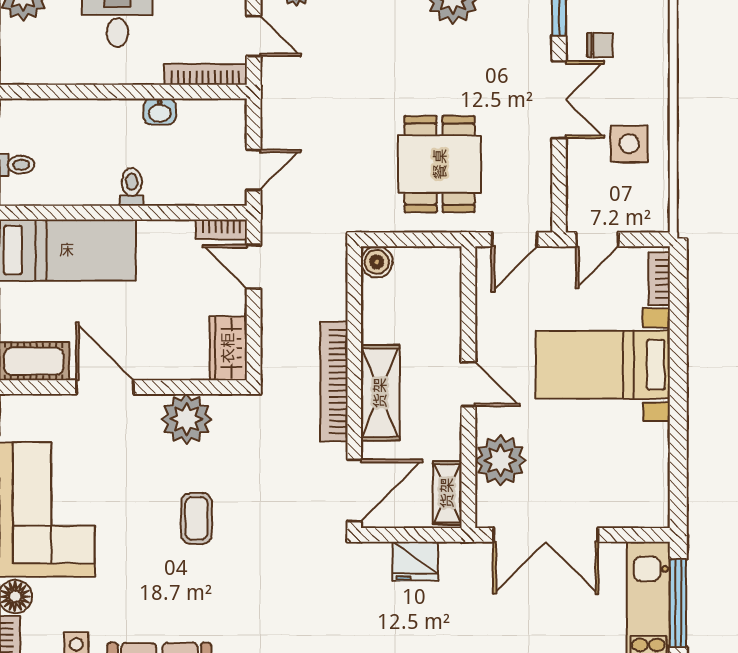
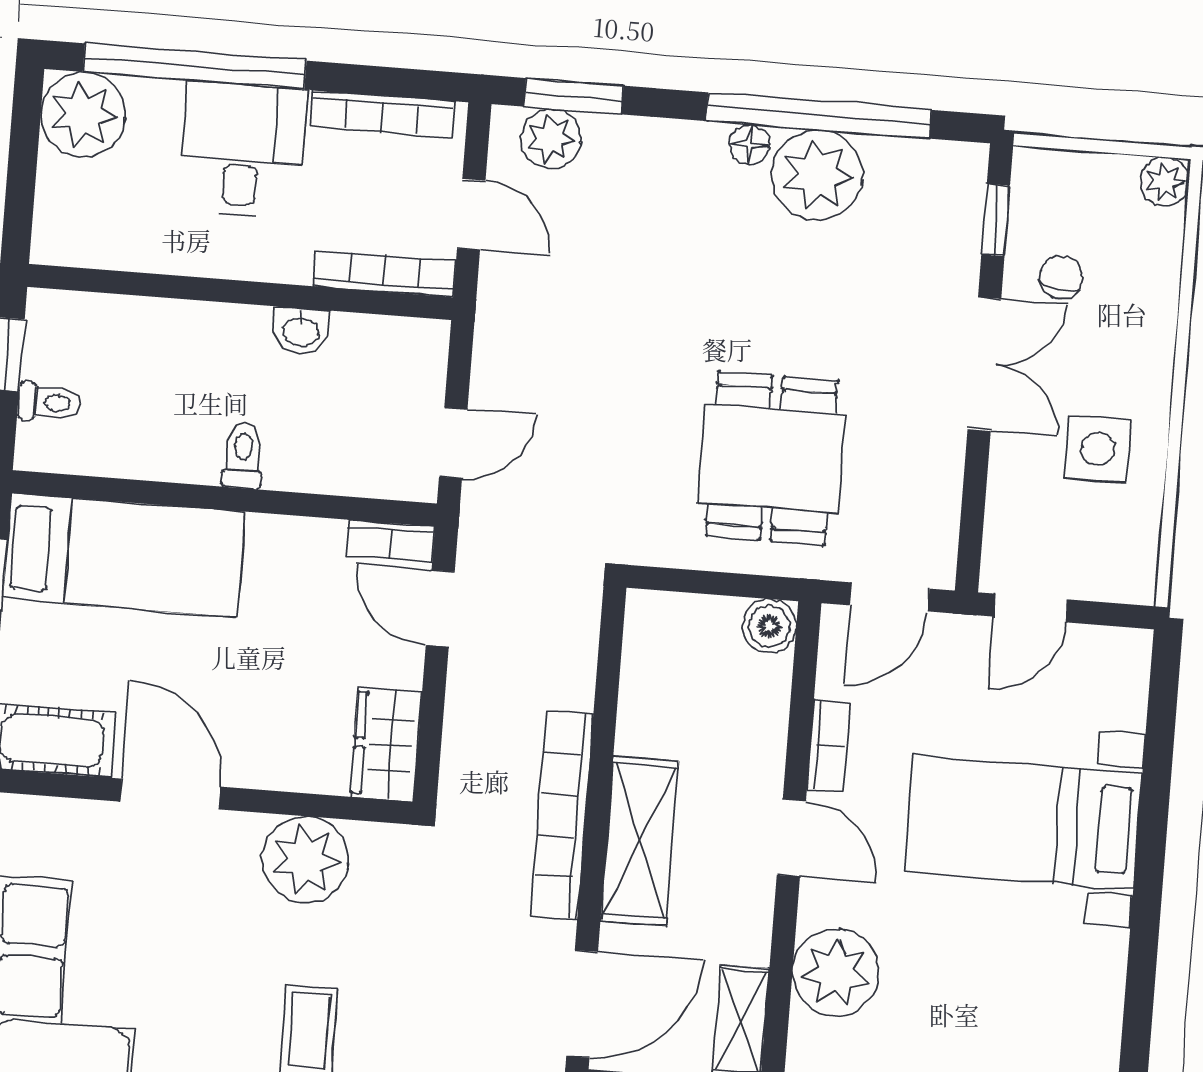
chair: (600, 45) -> (1061, 277), turned -80
boiler: (377, 262) -> (769, 626), moved
bookcase: (659, 279) -> (828, 746), moved, turned 180

